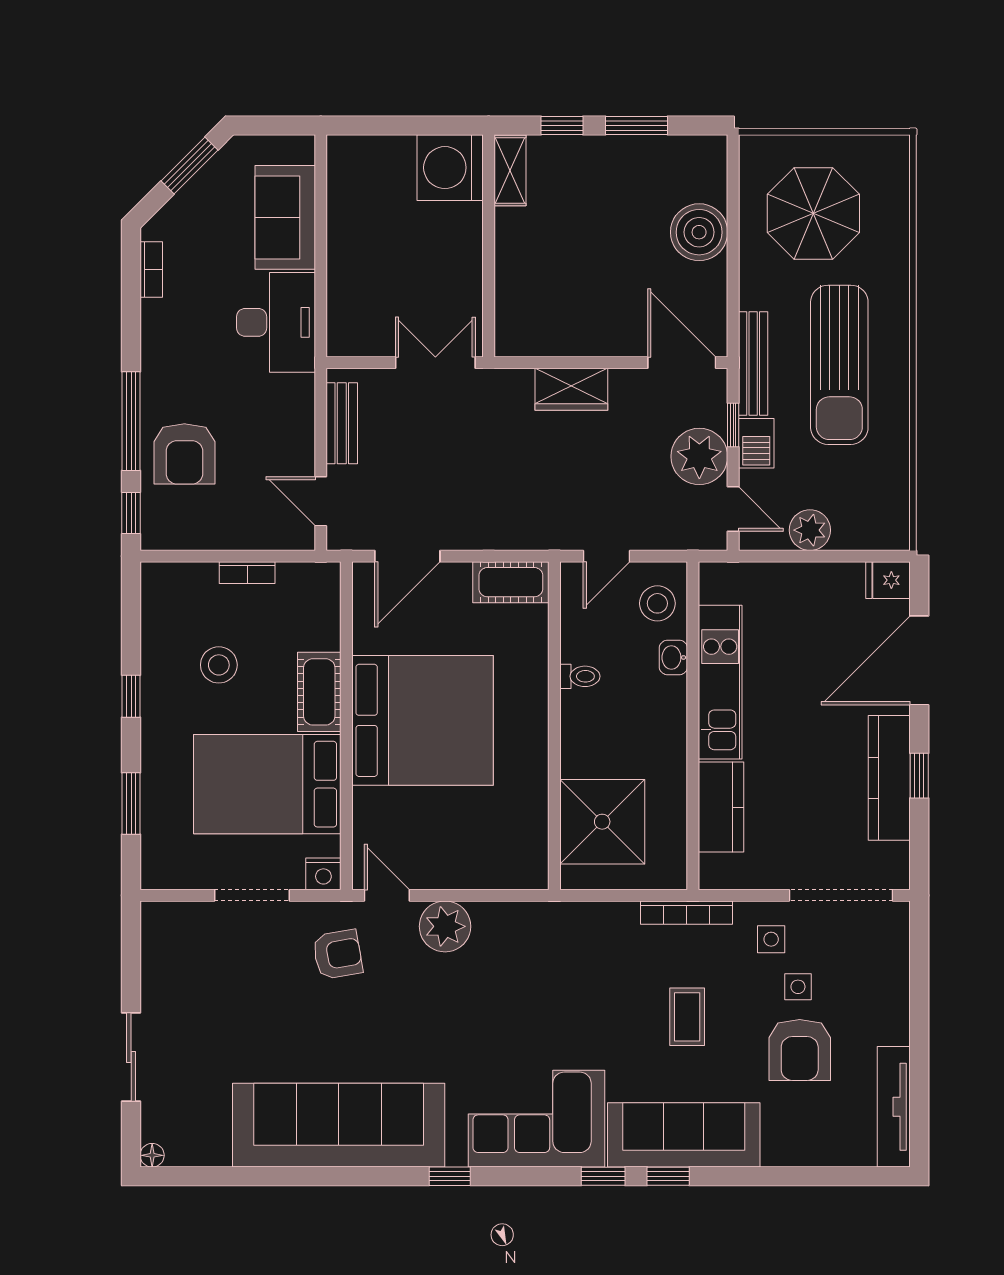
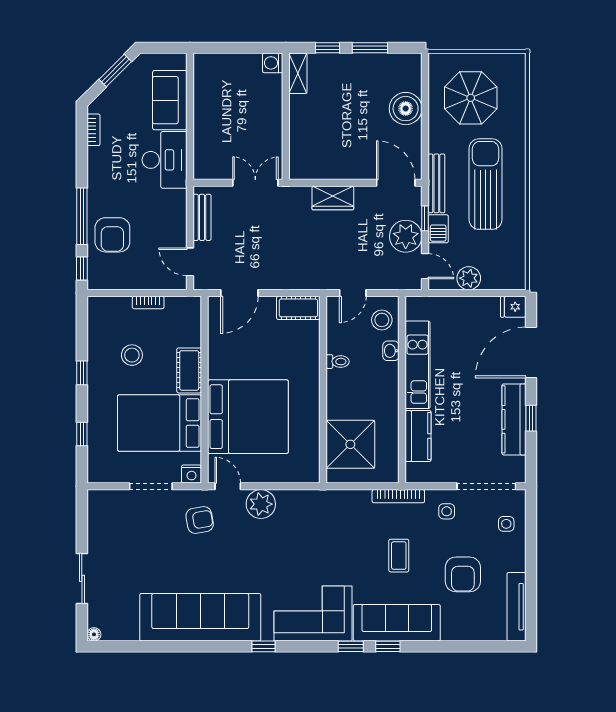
washing machine: (450, 168) -> (273, 63), width x0.53, depth x0.53
sun lounger: (839, 365) -> (485, 184), turned 180
bed: (422, 720) -> (248, 417), moved
window: (131, 803) -> (82, 434), width x0.67
side table: (798, 987) -> (506, 524), moved

